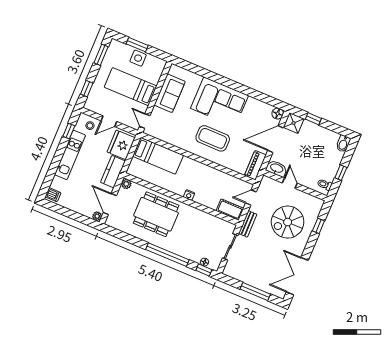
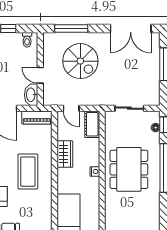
wardrobe: (214, 176) -> (65, 154), added
door: (290, 183) -> (40, 75), hinge flipped
dining table: (156, 214) -> (129, 169), moved
bench: (248, 224) -> (99, 100), removed
window: (318, 226) -> (71, 28), width x2.17

